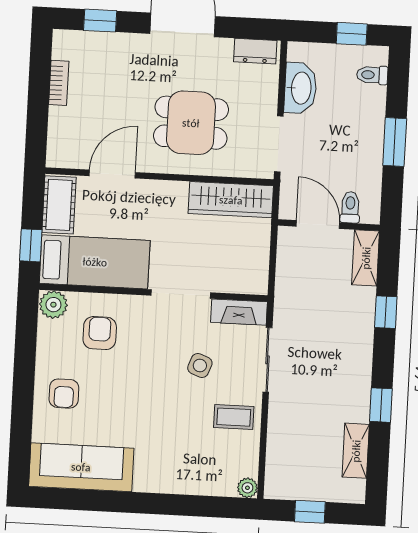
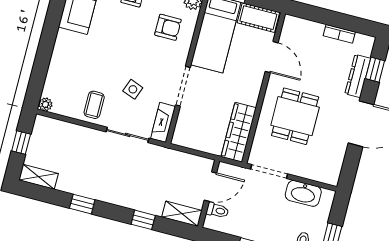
dresser: (255, 51) -> (358, 76), moved, width x1.44
shelving: (356, 451) -> (39, 177), moved

